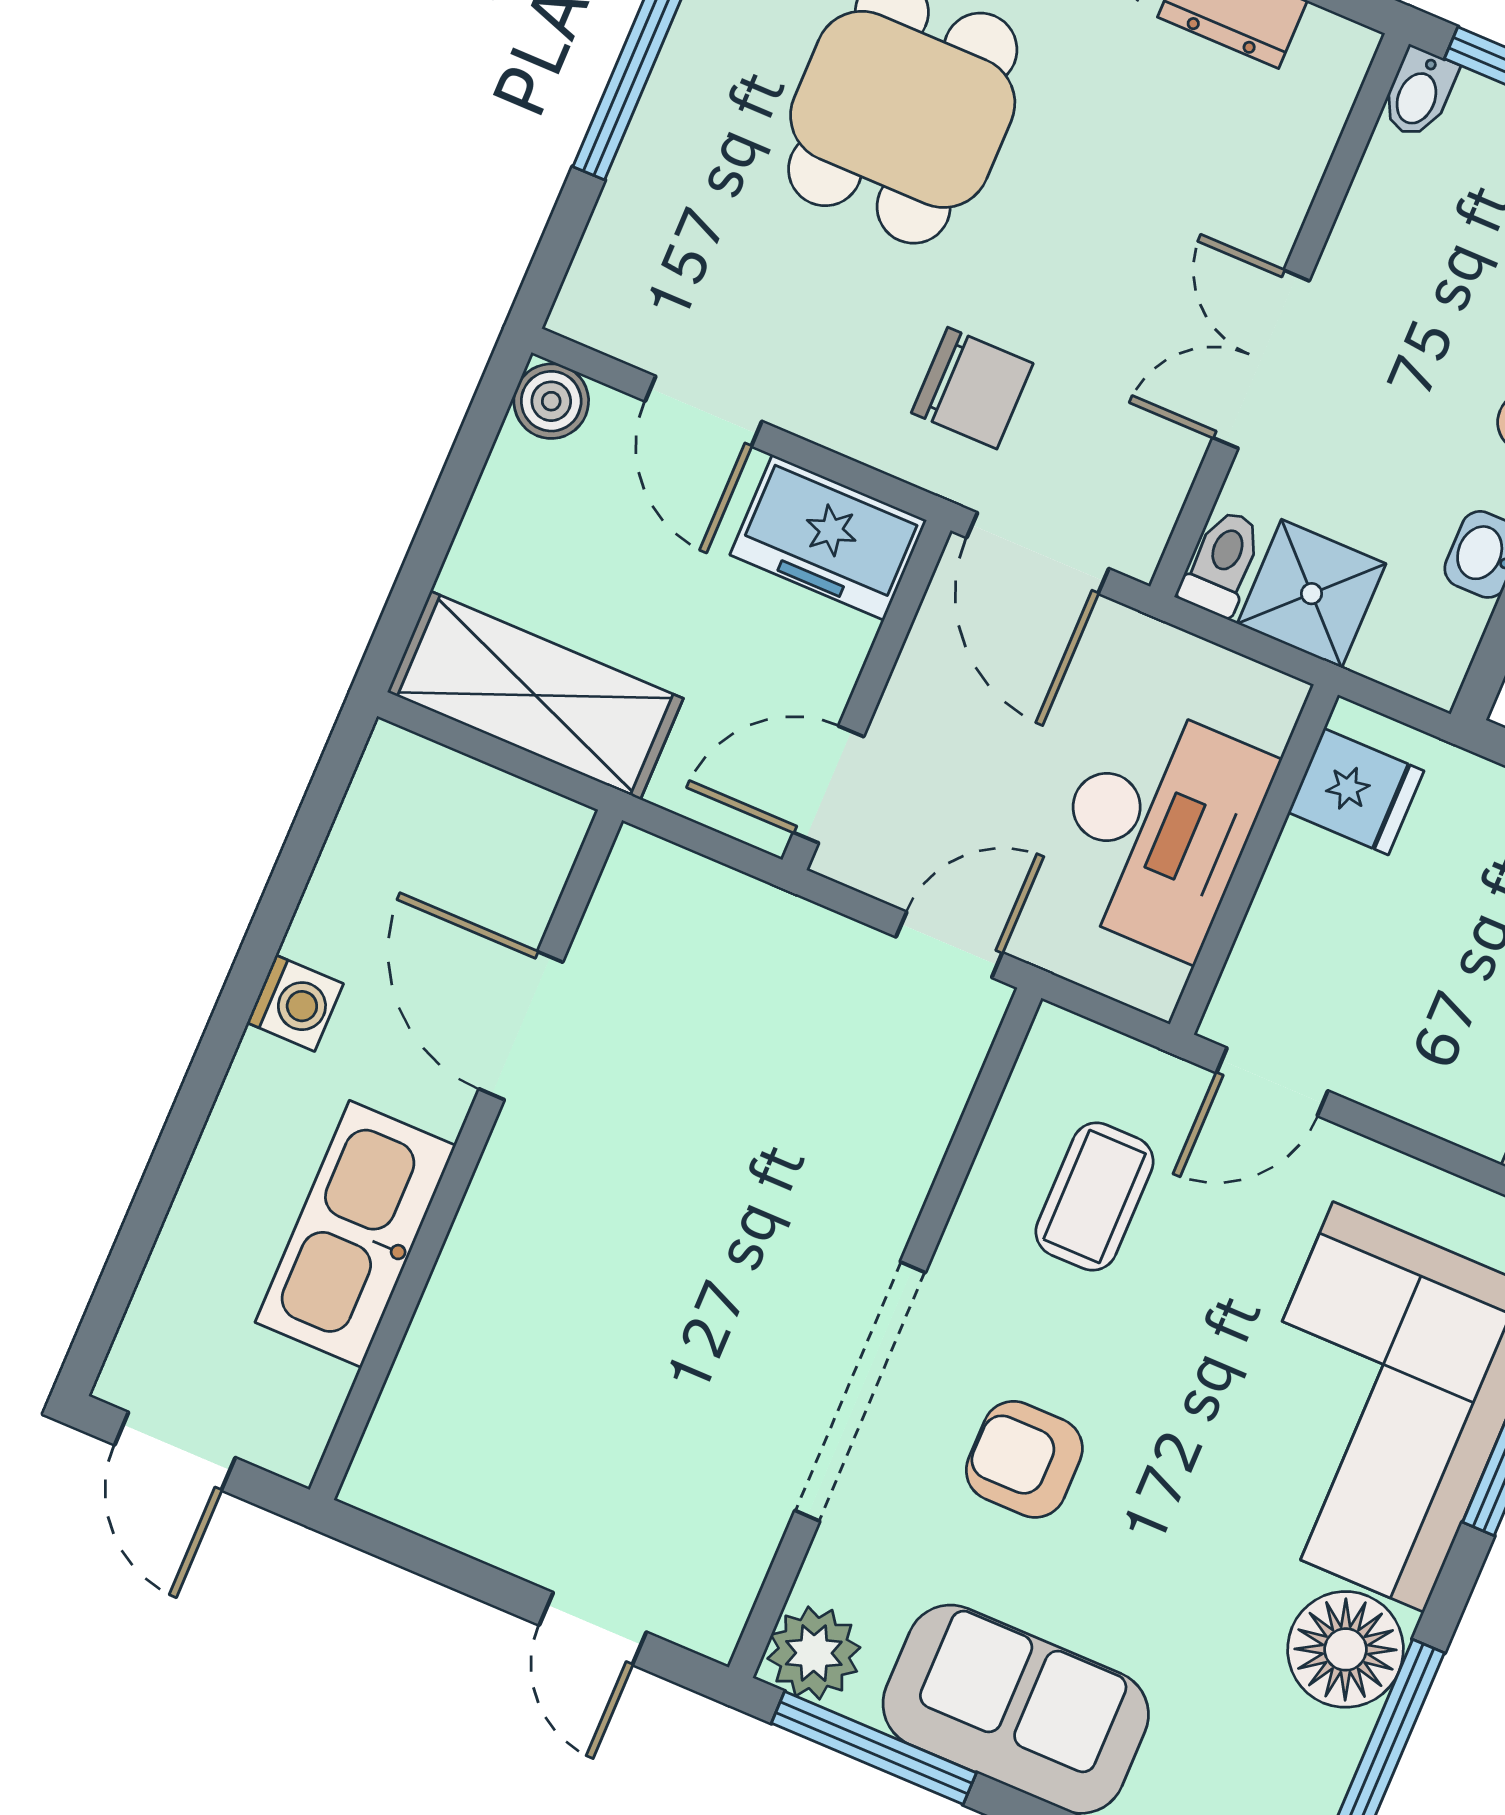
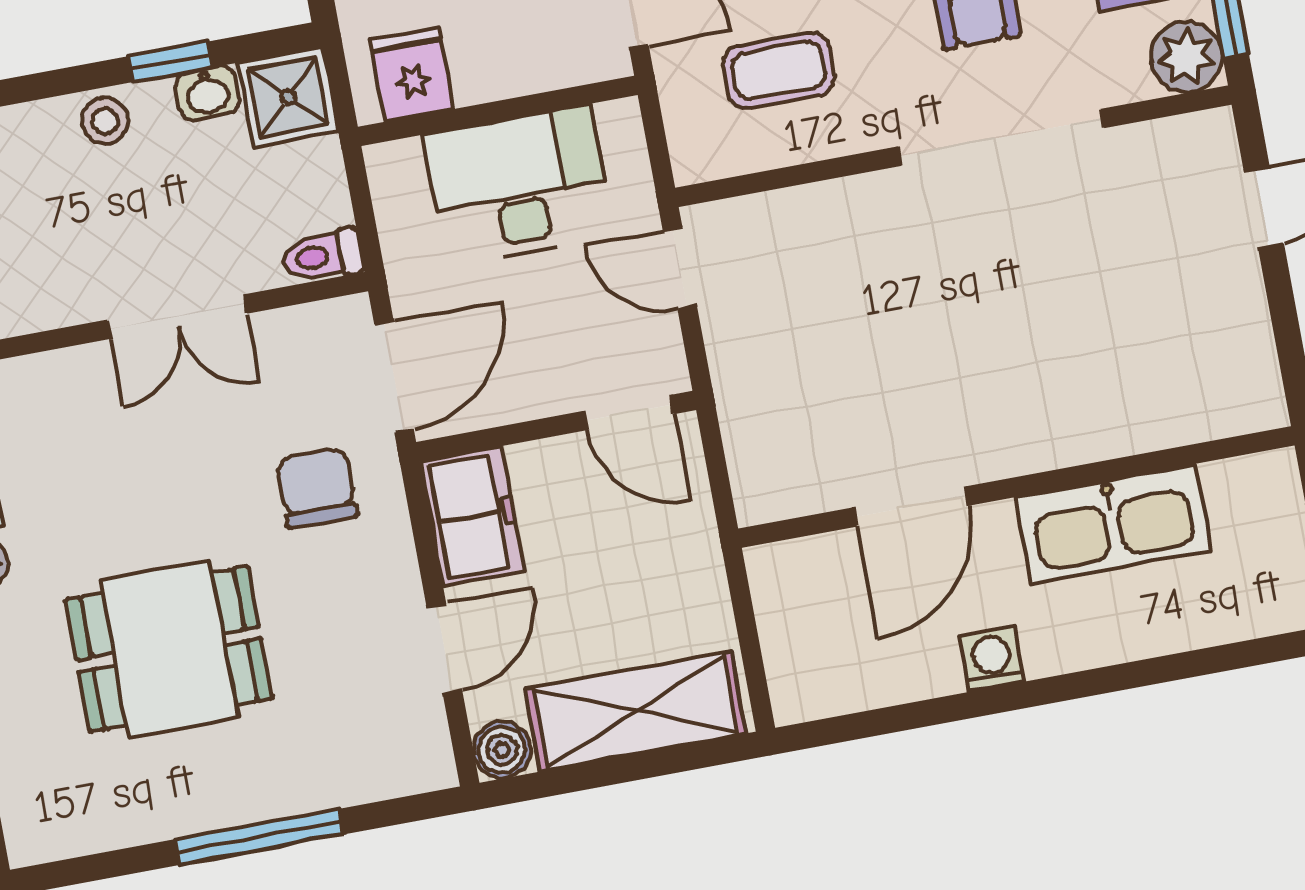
shower: (1312, 594) -> (288, 97), moved
shelving: (535, 695) -> (636, 711), moved, turned 90

